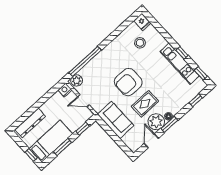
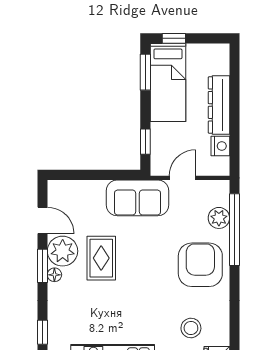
plant: (77, 80) -> (219, 218), moved
armchair: (128, 82) -> (200, 265), moved
nightstand: (65, 90) -> (220, 146), moved
sofa: (116, 120) -> (138, 198), moved
dresser: (30, 123) -> (219, 105), moved
window: (63, 147) -> (145, 72), moved

